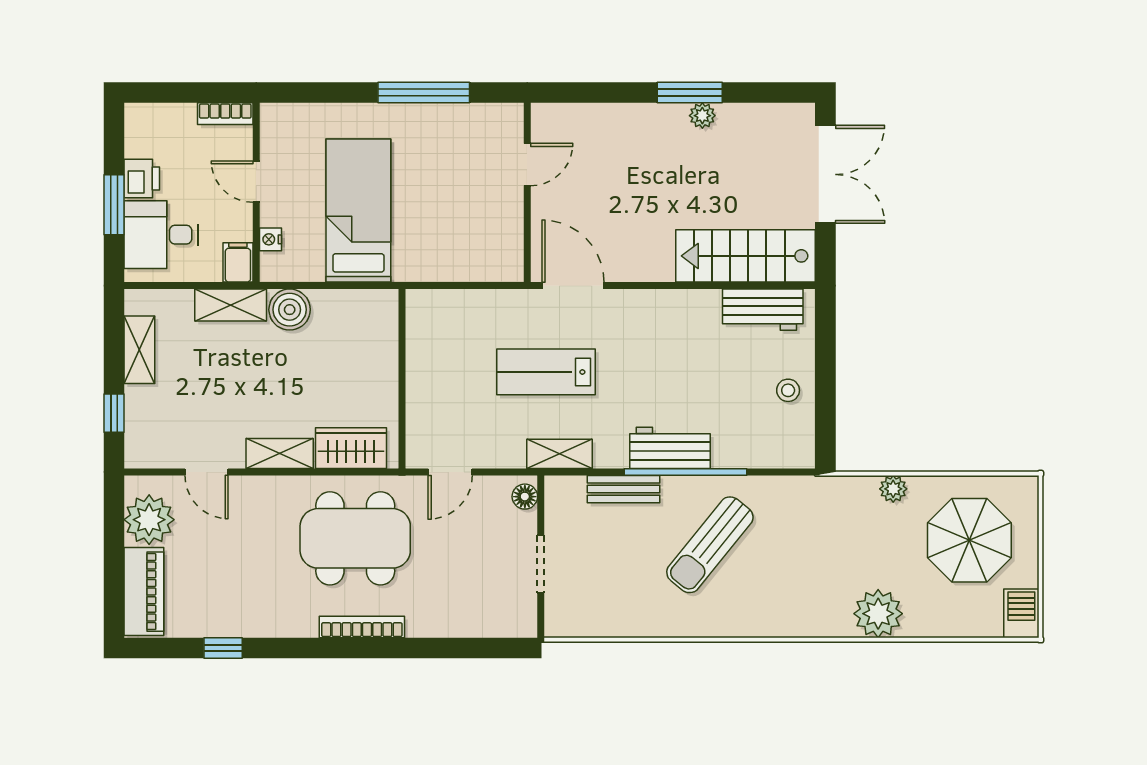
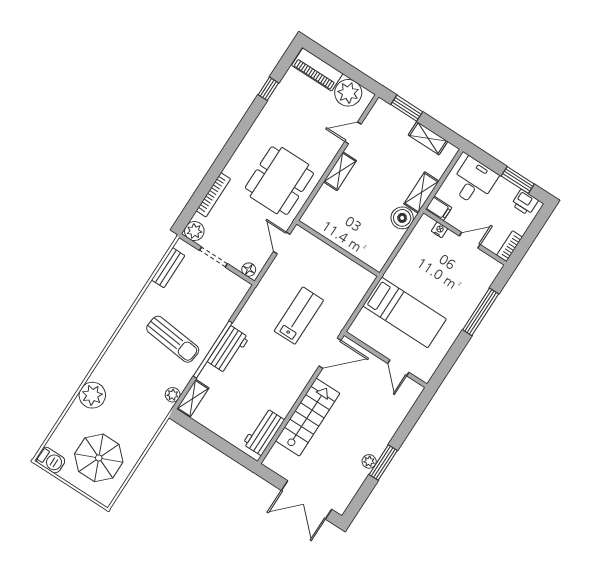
window: (424, 92) -> (481, 312), moved
printer: (142, 179) -> (525, 202), moved
window: (114, 205) -> (518, 180), moved
bed: (358, 211) -> (405, 312), moved
stairs: (746, 256) -> (308, 417), moved
stool: (788, 390) -> (220, 420), removed
window: (114, 413) -> (407, 108), width x1.50
wardrobe: (351, 448) -> (321, 205), removed
shelving: (559, 454) -> (193, 398), moved
bench: (624, 489) -> (168, 268), moved
plant: (893, 489) -> (173, 395), moved
sun lounger: (710, 545) -> (173, 339), turned 147
plant: (520, 620) -> (194, 231), added
bookcase: (362, 627) -> (213, 195), moved

